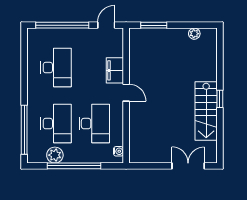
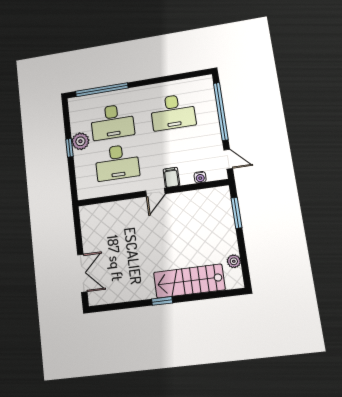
filing cabinet: (115, 70) -> (171, 177), width x0.50
stairs: (206, 111) -> (189, 281), moved
water cooler: (118, 151) -> (200, 177), moved
plant: (55, 155) -> (80, 141), moved
window: (74, 166) -> (69, 148), width x0.32

